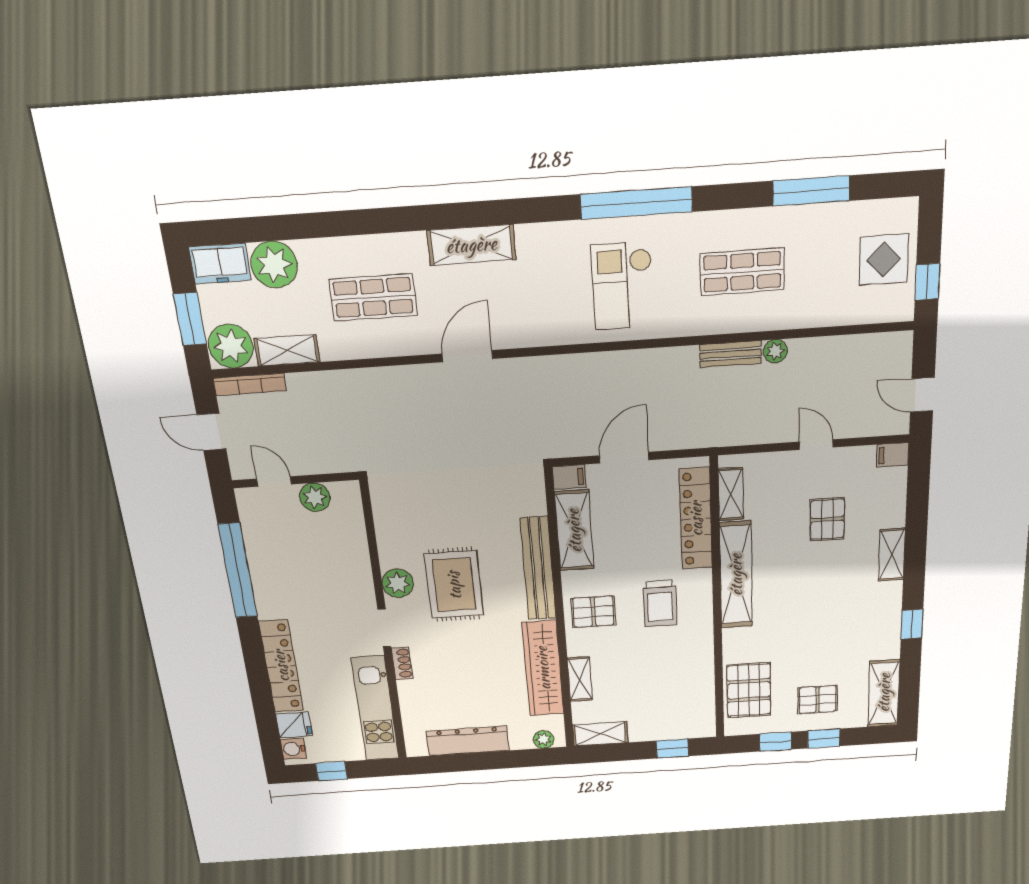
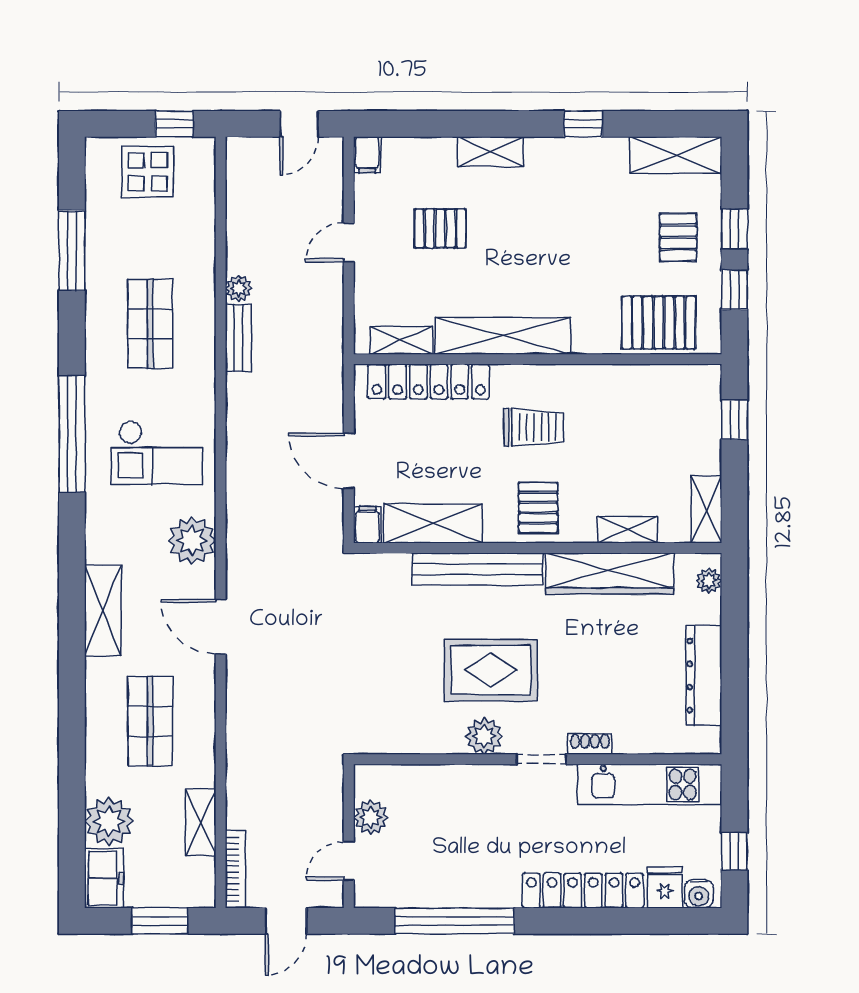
plant: (231, 346) -> (192, 541), moved

